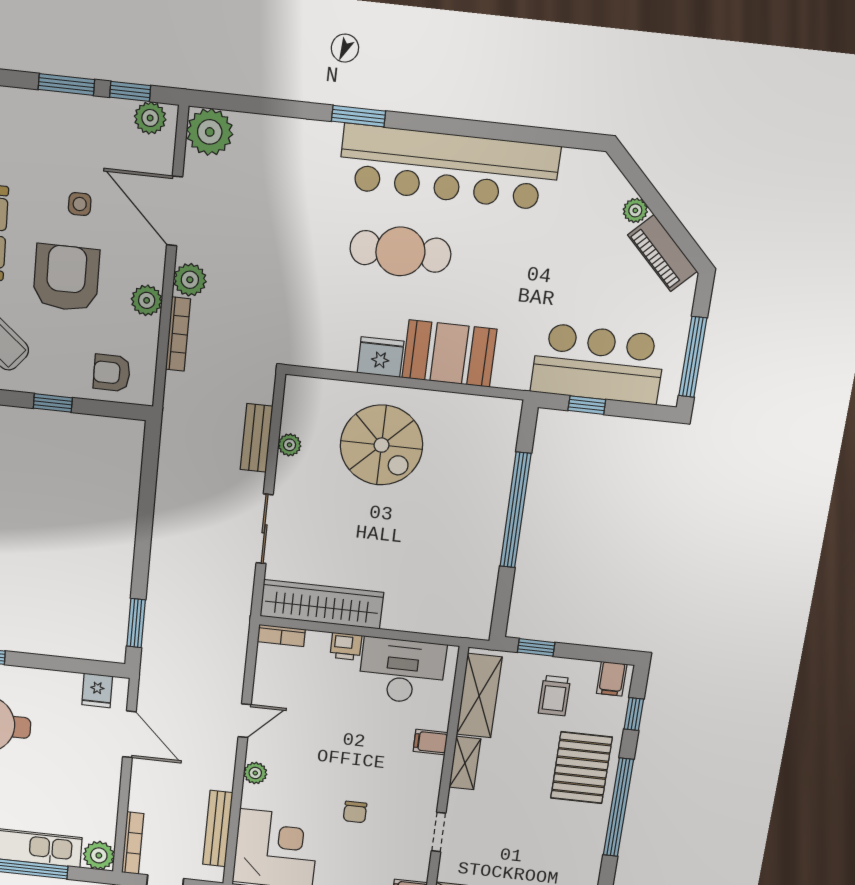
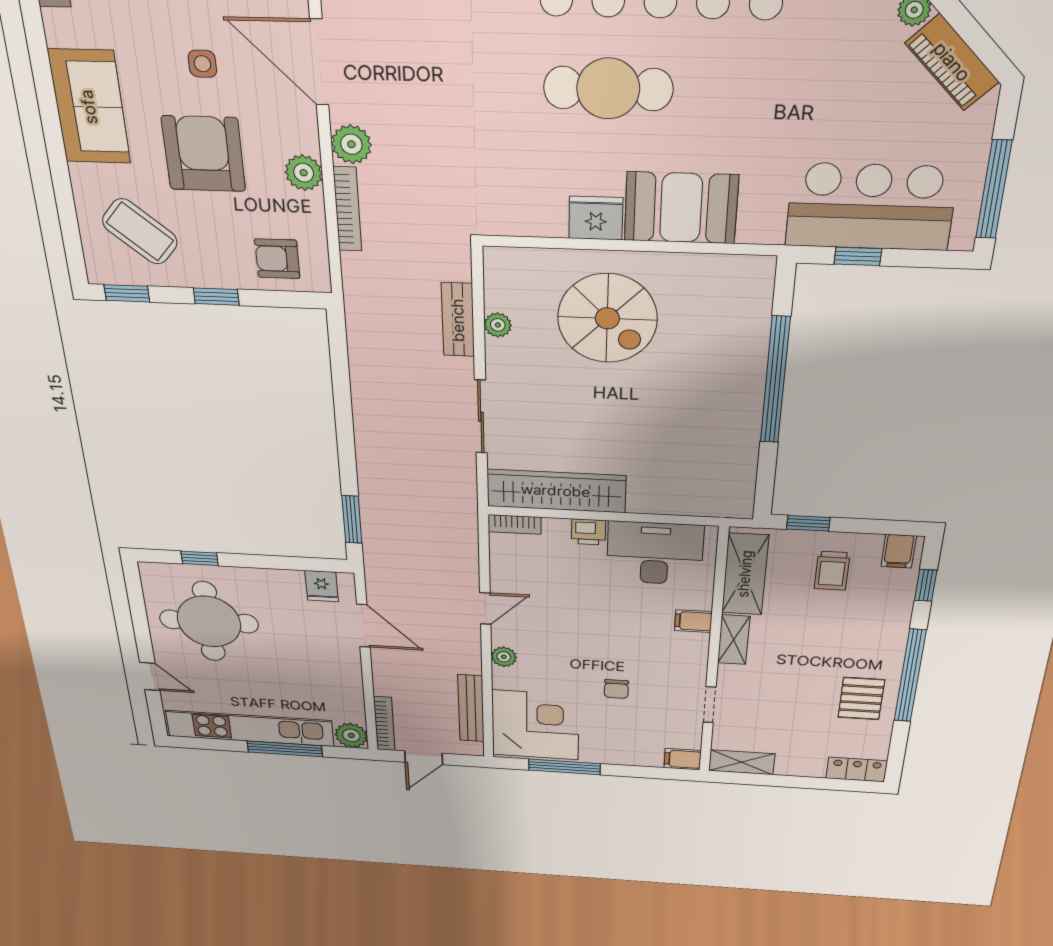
pallet: (581, 768) -> (861, 699), moved, width x0.67, depth x0.71

